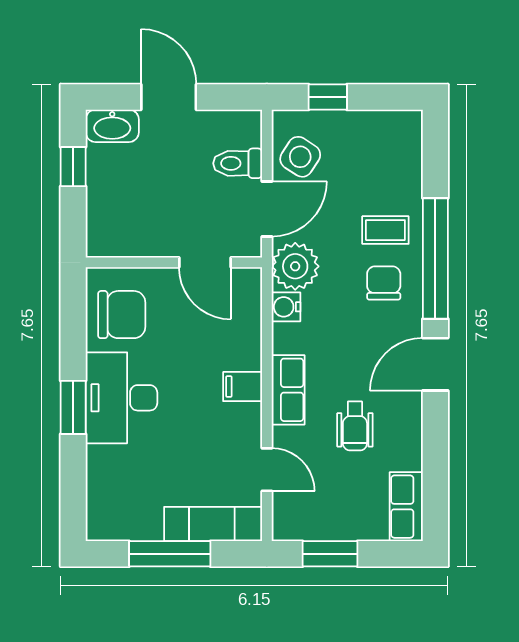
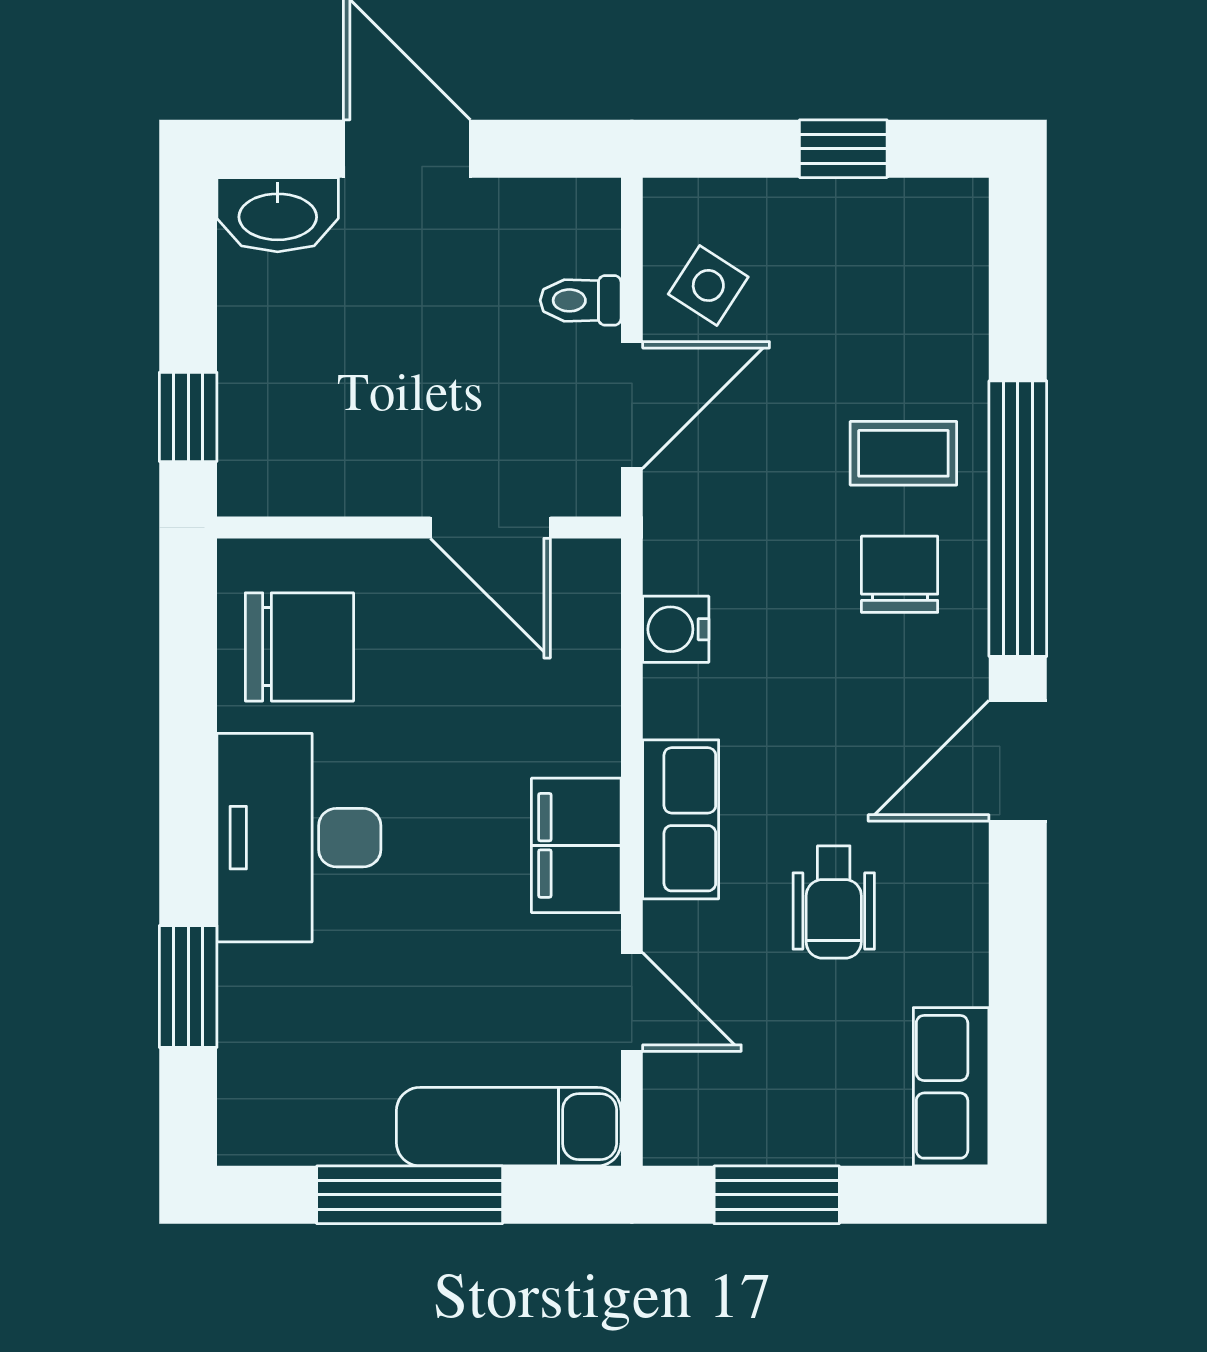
window: (328, 97) -> (843, 149), moved
side table: (300, 157) -> (708, 285), width x0.73, depth x0.73
toilet: (238, 163) -> (581, 300), width x0.73, depth x0.72
window: (73, 167) -> (188, 417), moved
plant: (295, 266) -> (697, 536), removed
filing cabinet: (243, 387) -> (576, 845), width x2.00
window: (73, 407) -> (188, 986), moved

